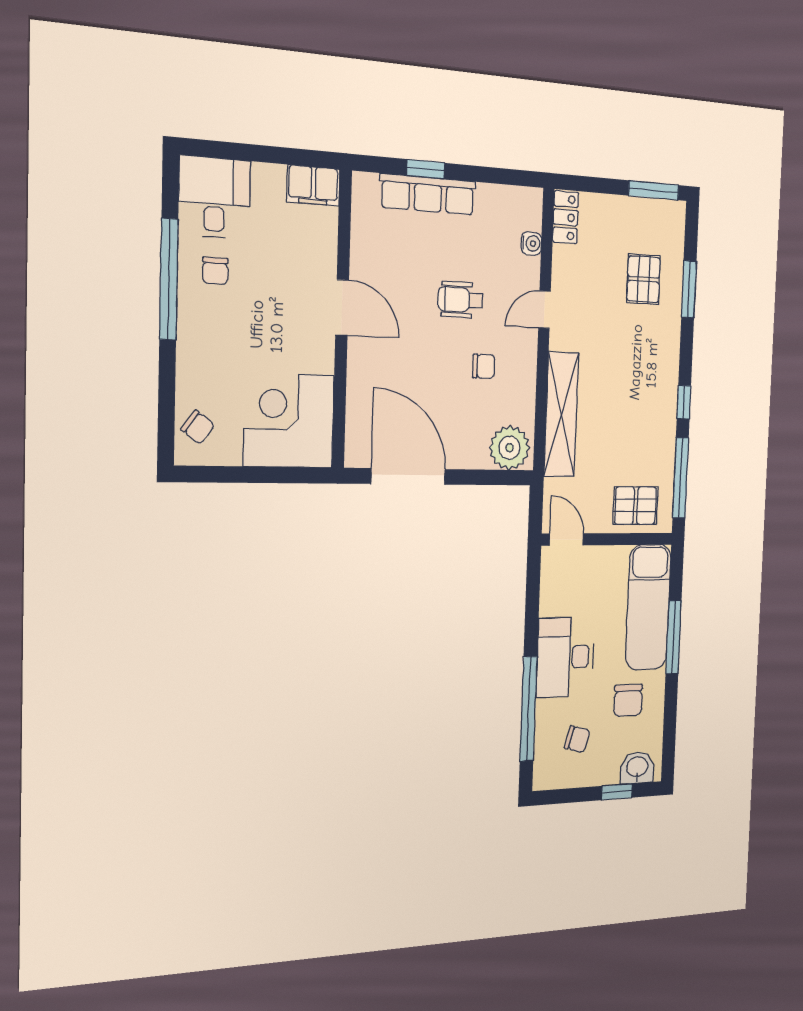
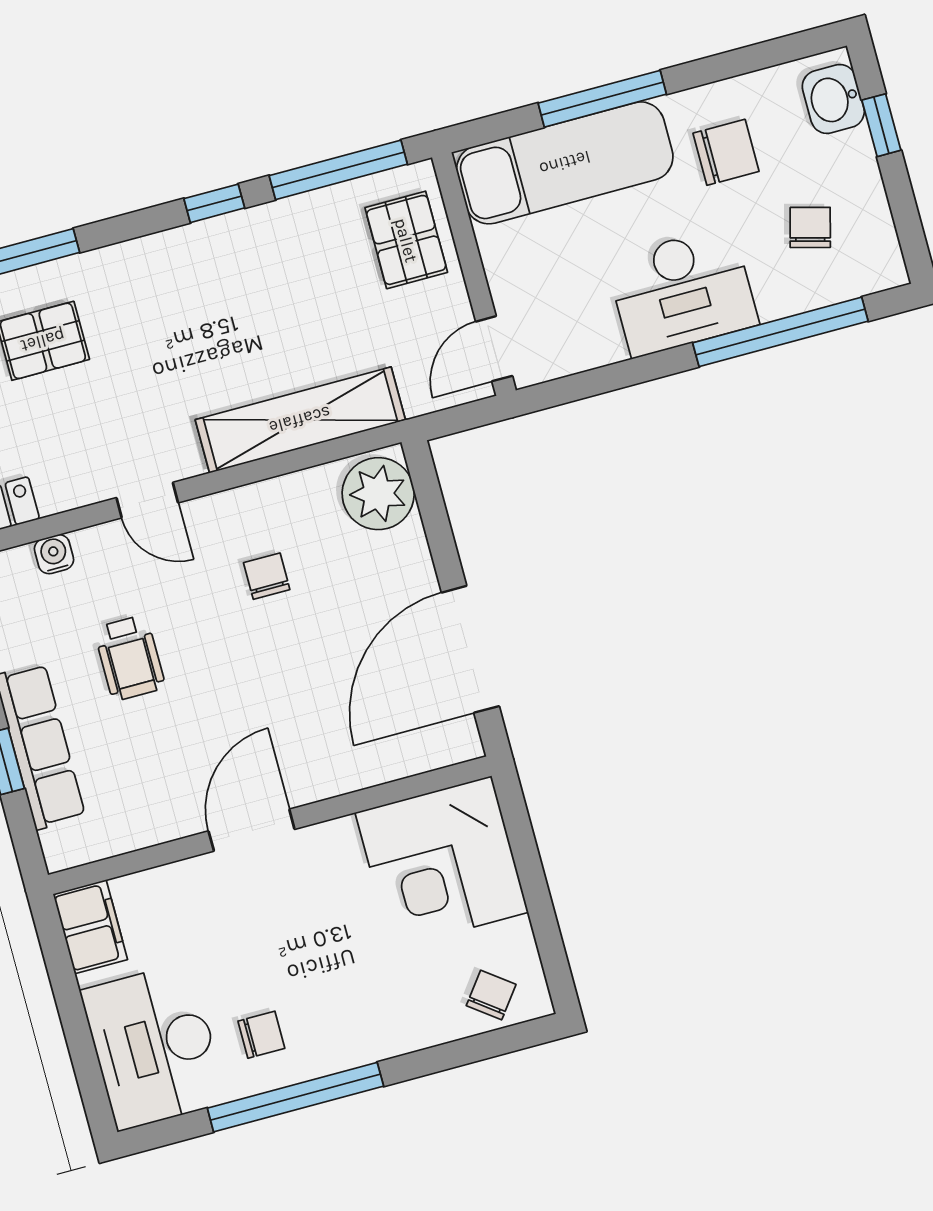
desk: (215, 198) -> (154, 1046), width x1.37
wheelchair: (460, 300) -> (130, 658), moved

